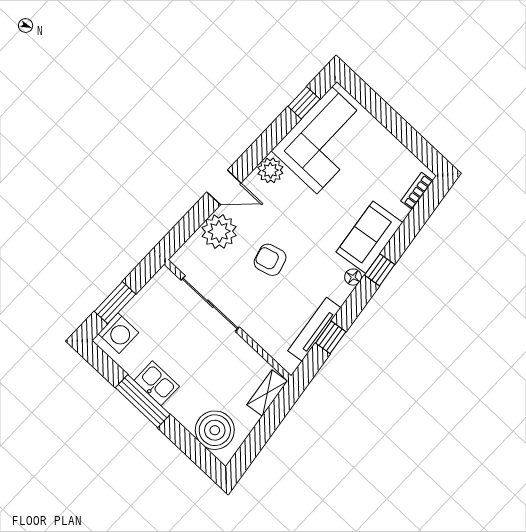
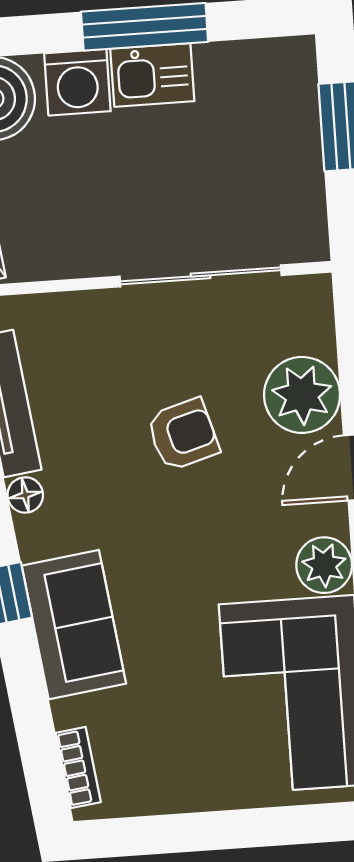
floor lamp: (353, 277) -> (25, 495), moved
washing machine: (118, 333) -> (77, 82), moved, turned -90

